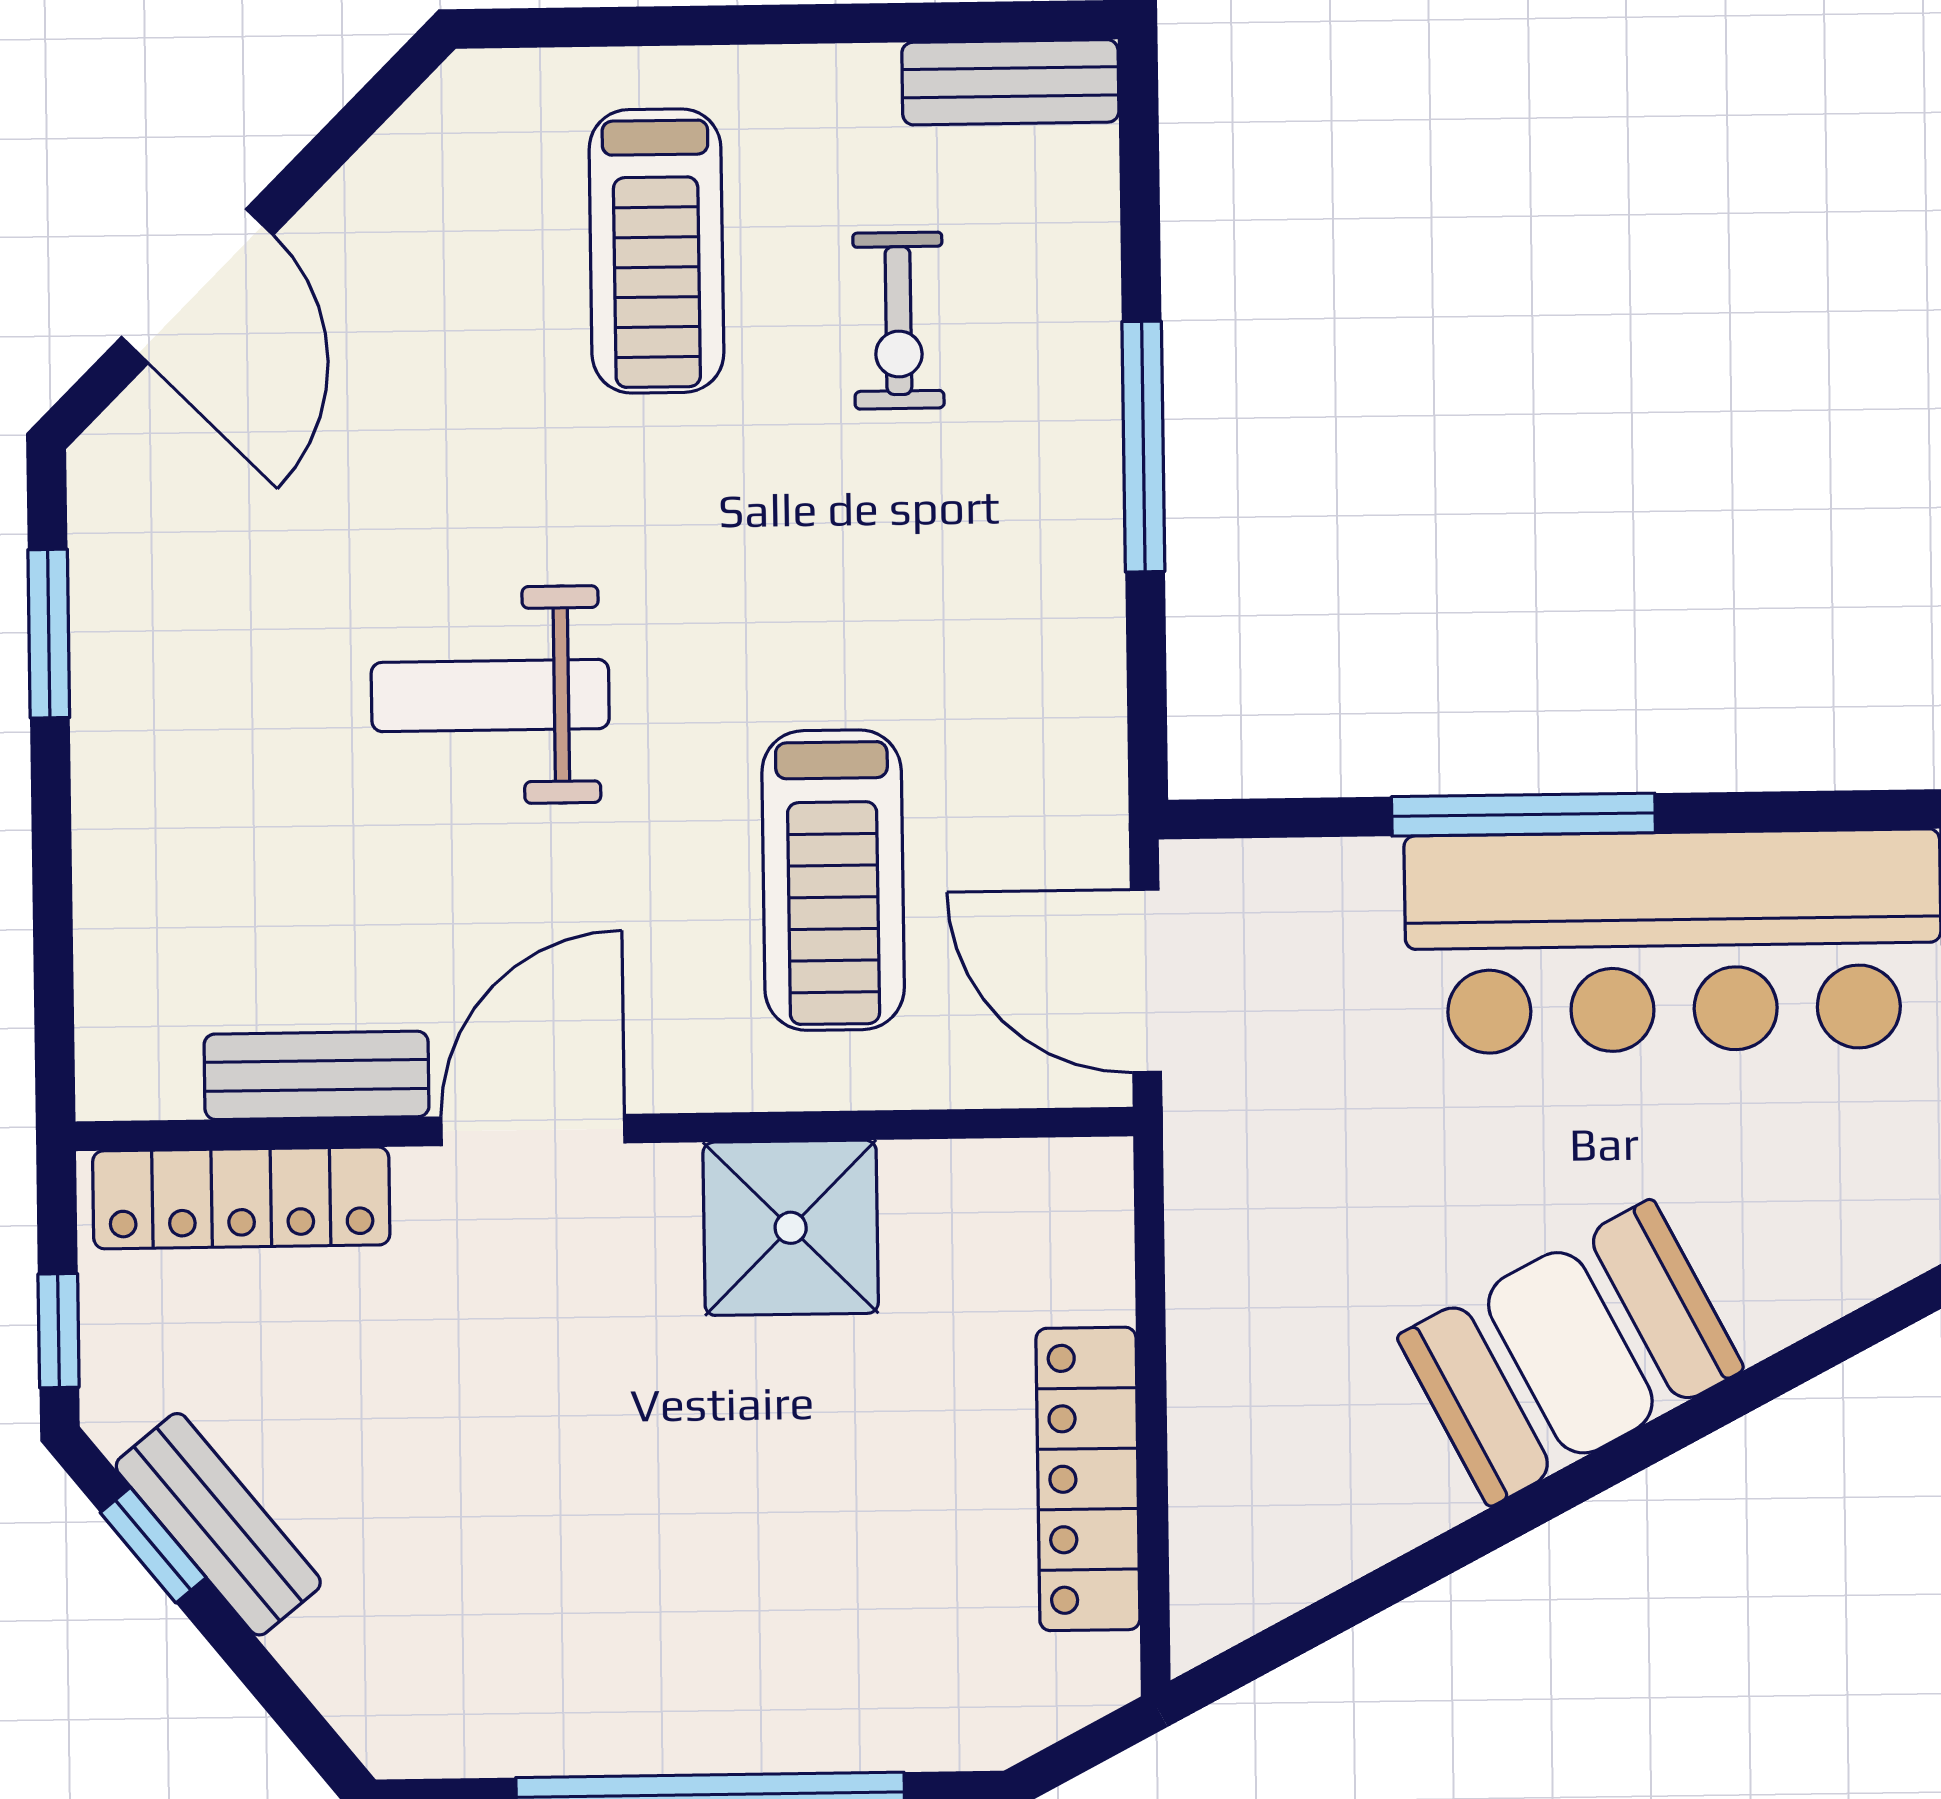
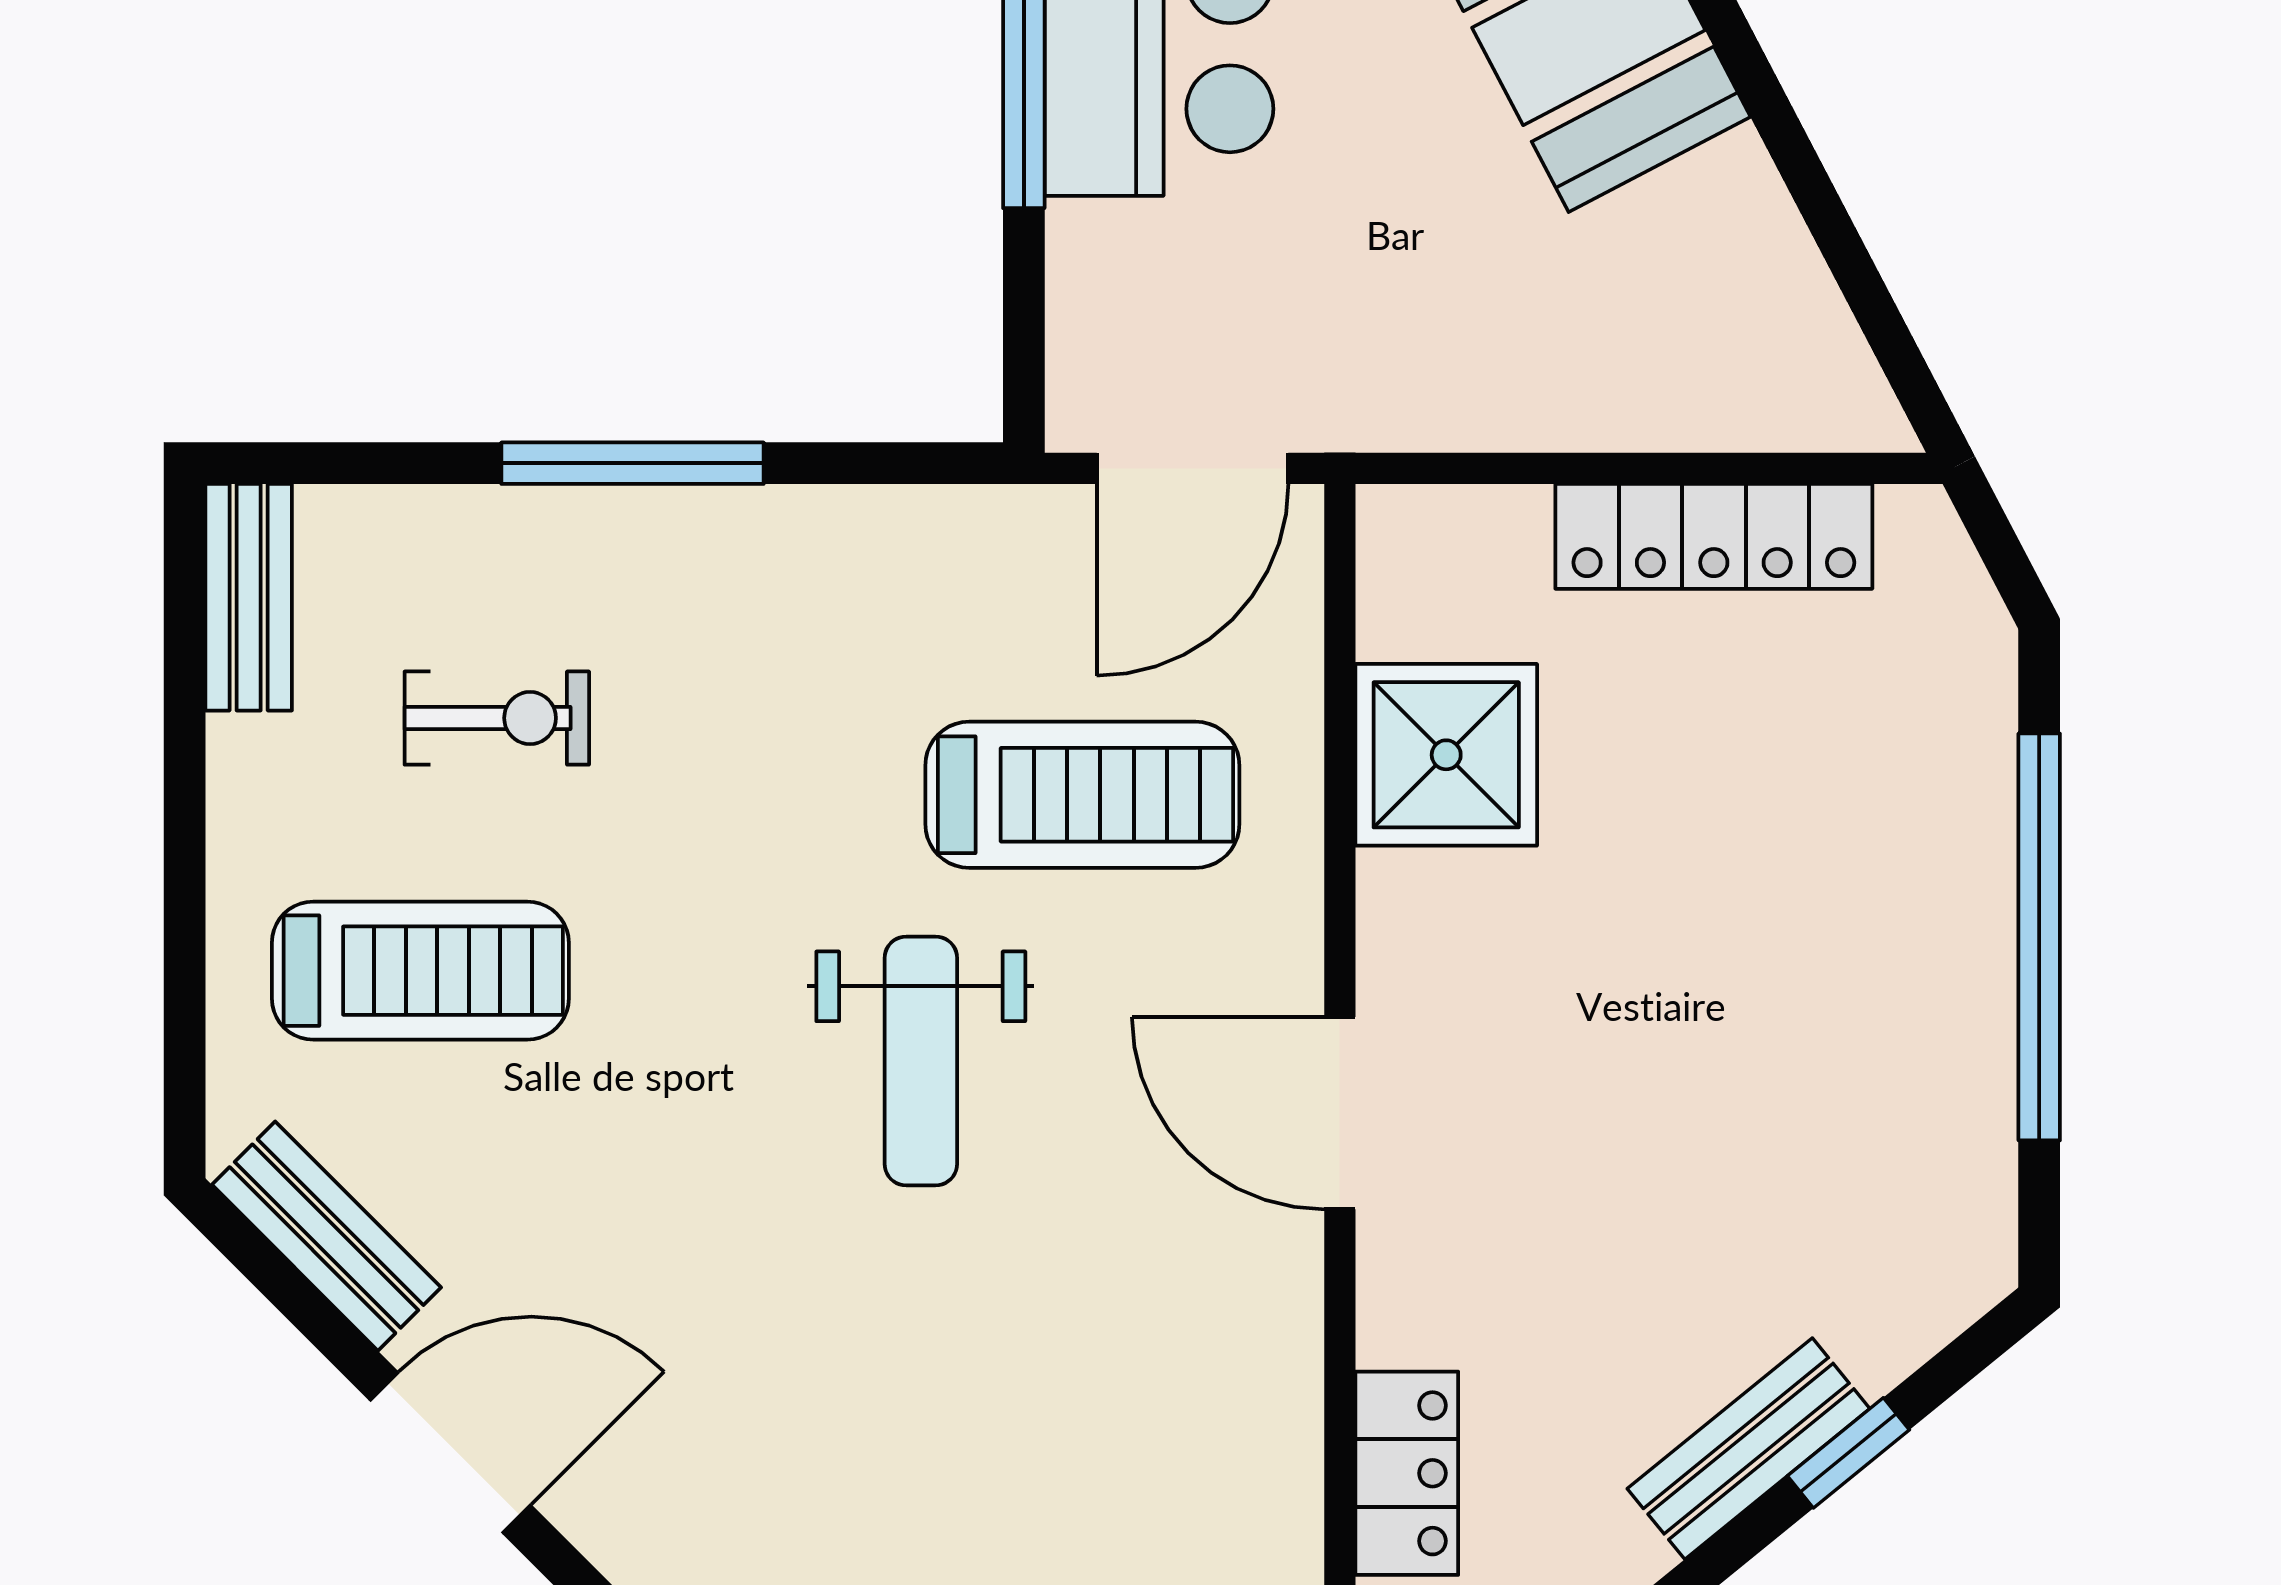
weight bench: (490, 696) -> (921, 1061), moved
bench: (317, 1075) -> (327, 1236), moved, turned -45
locker: (241, 1198) -> (1407, 1473), width x0.66
shower: (791, 1228) -> (1446, 755), moved
window: (153, 1545) -> (1848, 1453), moved

